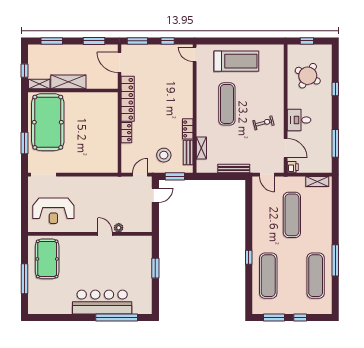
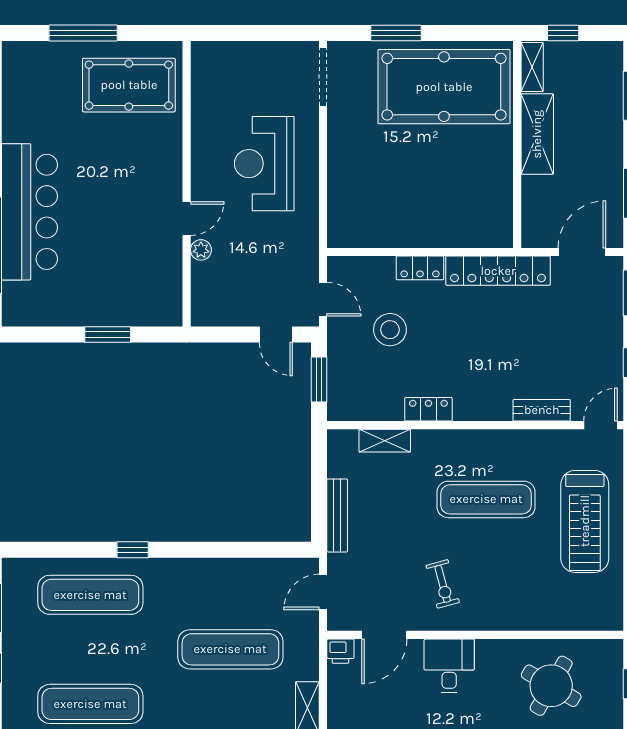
bench: (188, 152) -> (542, 410), moved
stool: (164, 155) -> (390, 330), moved
reception desk: (53, 211) -> (264, 164), moved

